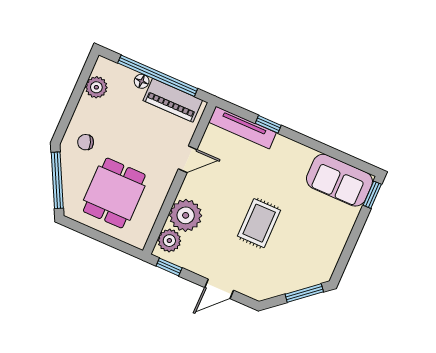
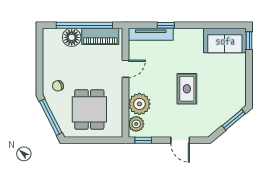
floor lamp: (142, 81) -> (72, 37), width x1.89, depth x1.89
plant: (96, 87) -> (50, 49), removed
door: (219, 289) -> (180, 140), hinge flipped

